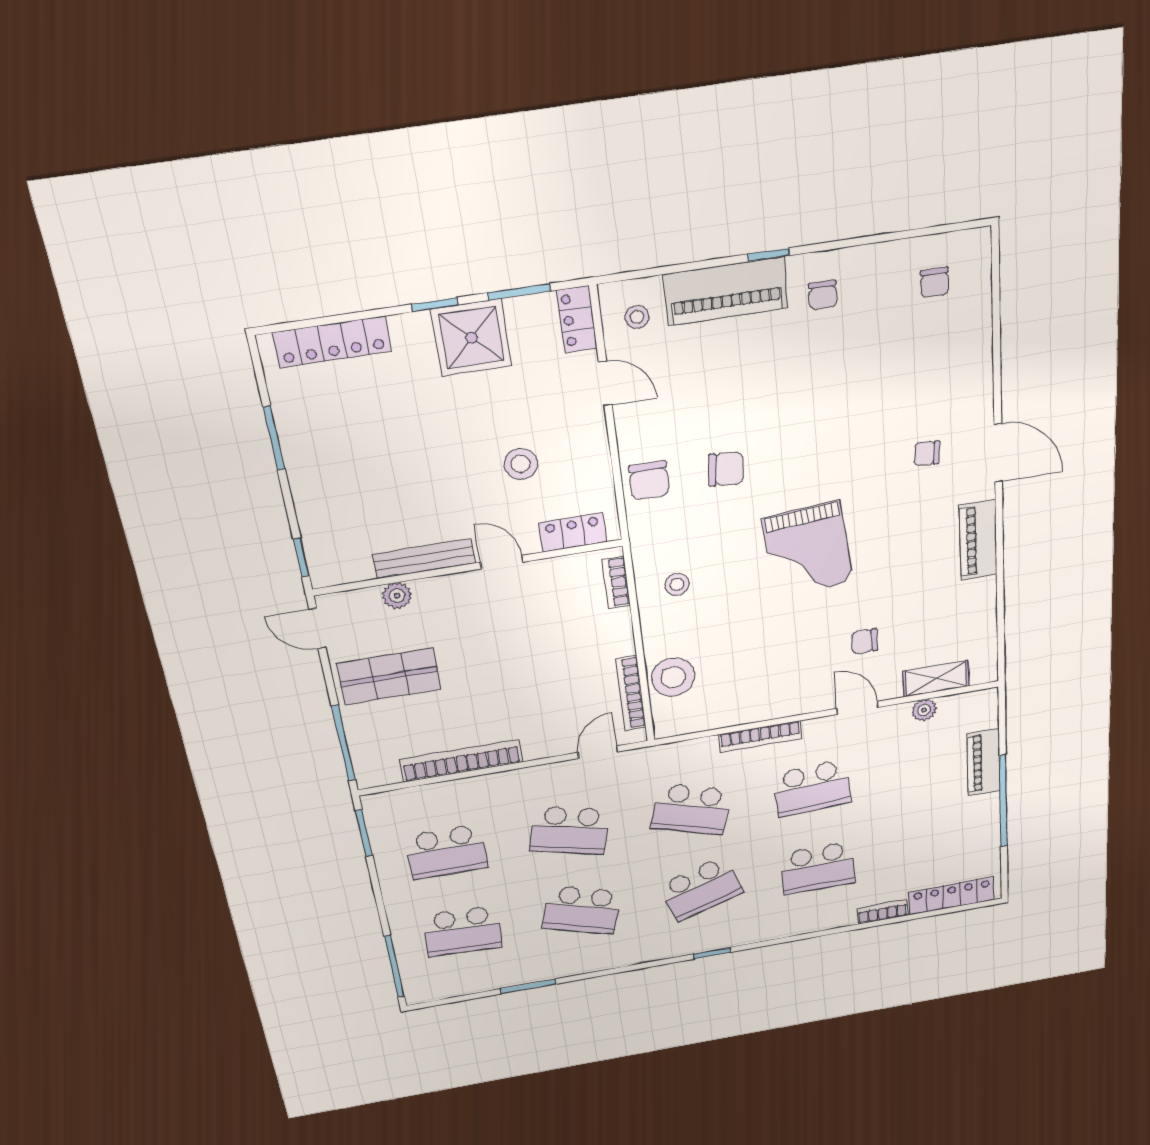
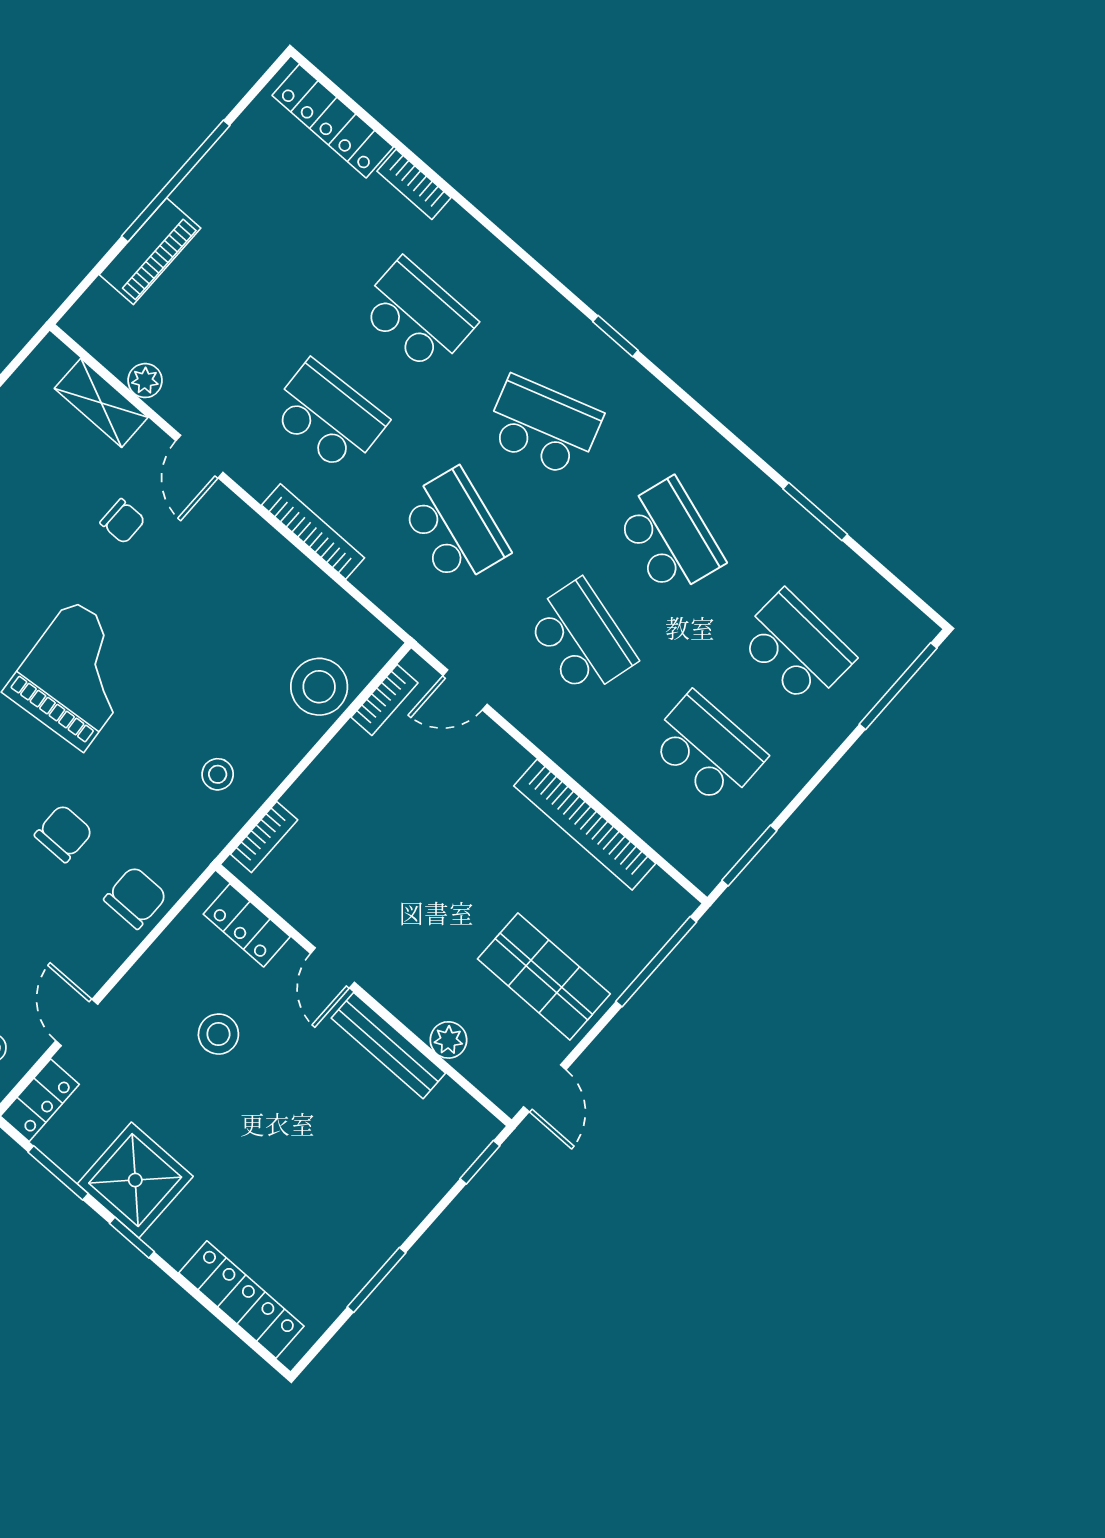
chair: (726, 469) -> (64, 833), turned 85
bookcase: (631, 693) -> (384, 700), width x0.64

